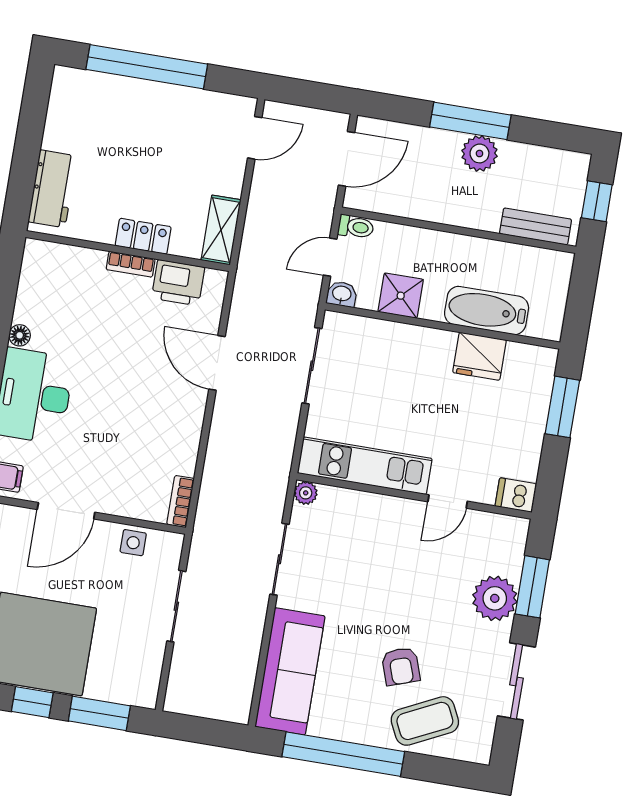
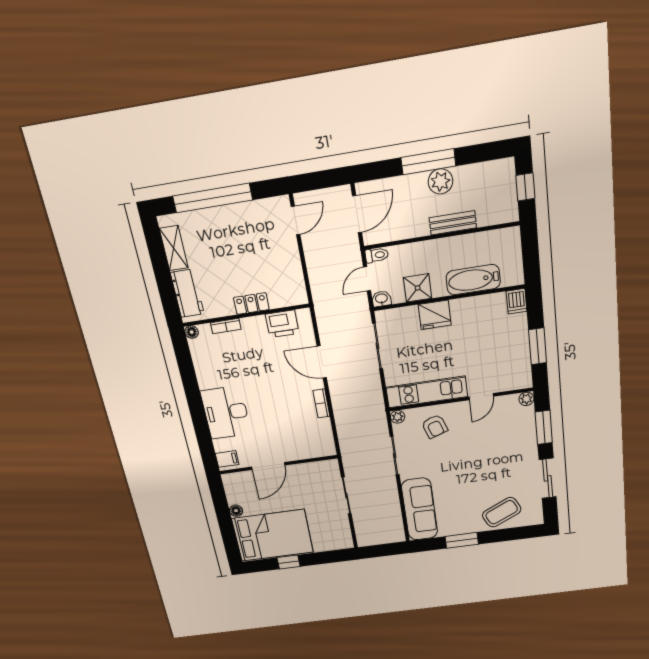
bench: (536, 226) -> (453, 223), moved
shelving: (221, 230) -> (174, 248), moved
bookcase: (131, 264) -> (226, 326), moved
floor lamp: (20, 335) -> (192, 332), moved
fridge: (479, 356) -> (435, 315), moved
window: (562, 407) -> (538, 346), moved
dishwasher: (516, 495) -> (517, 301), moved, turned -90
bookcase: (181, 502) -> (321, 403), moved
side table: (133, 543) -> (311, 471), removed
plant: (495, 598) -> (526, 399), moved, width x0.53, depth x0.53
armchair: (401, 666) -> (435, 426), moved
window: (99, 713) -> (325, 557), removed
window: (343, 754) -> (462, 540), width x0.47

